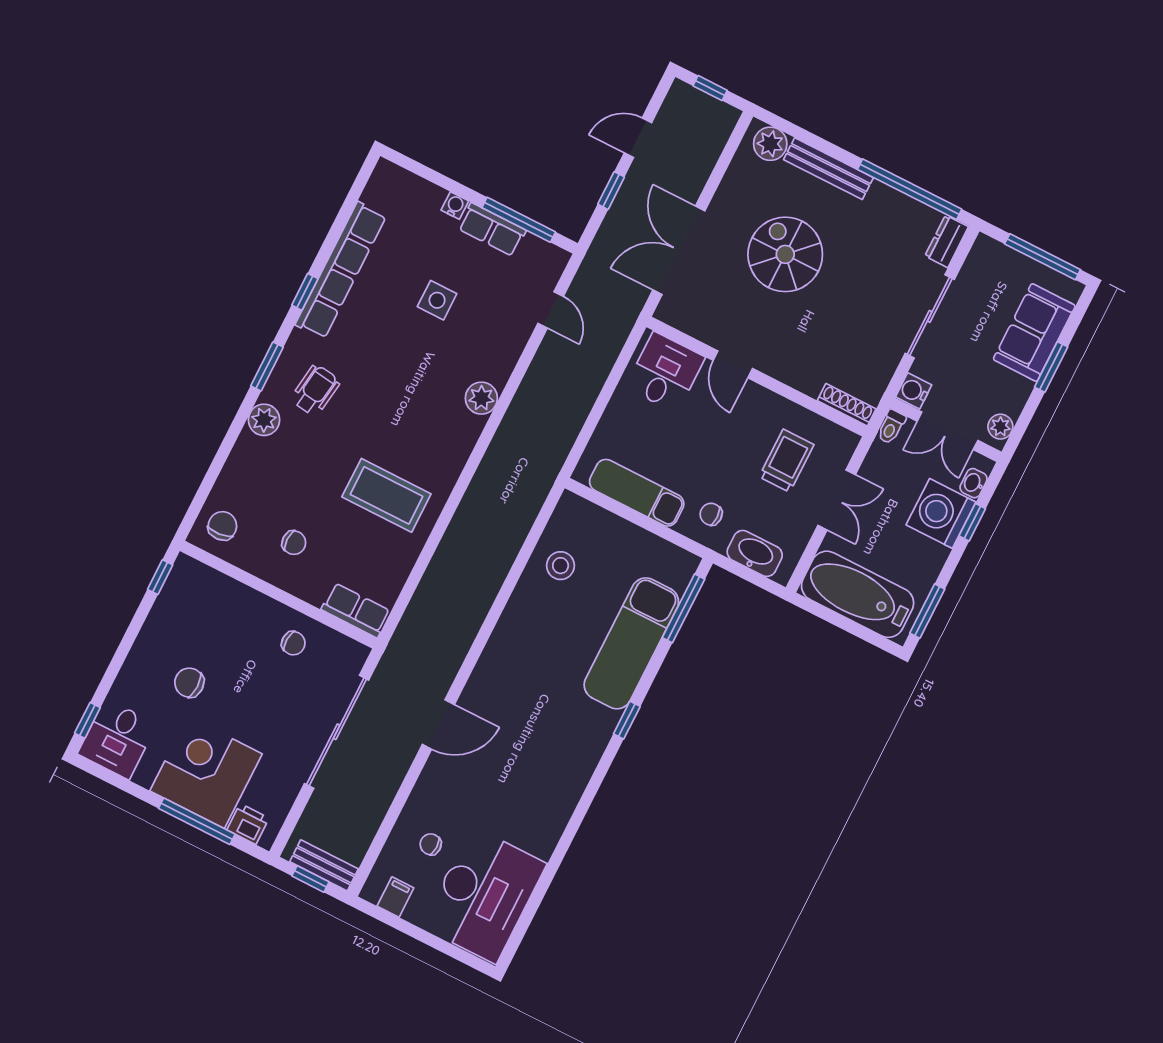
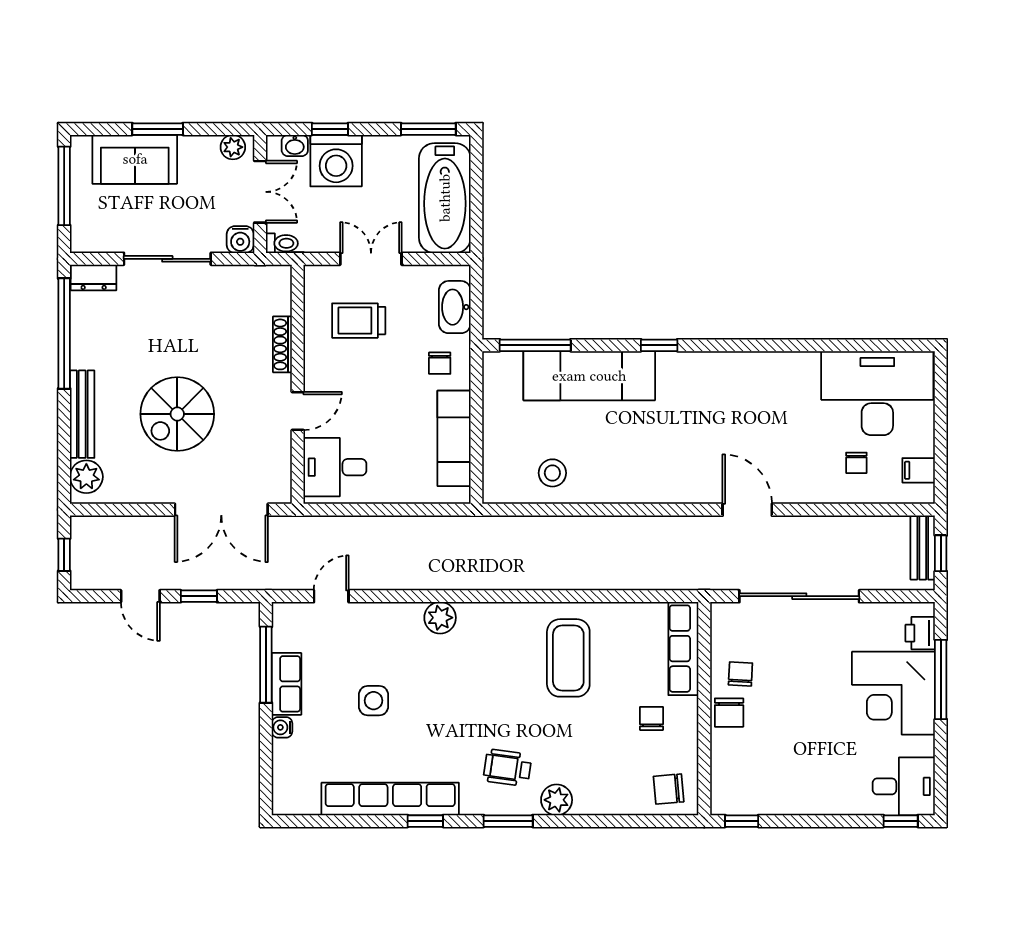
shoe rack: (847, 405) -> (282, 344), moved
row of seats: (356, 610) -> (683, 649), width x1.48
chair: (189, 683) -> (729, 713), moved

